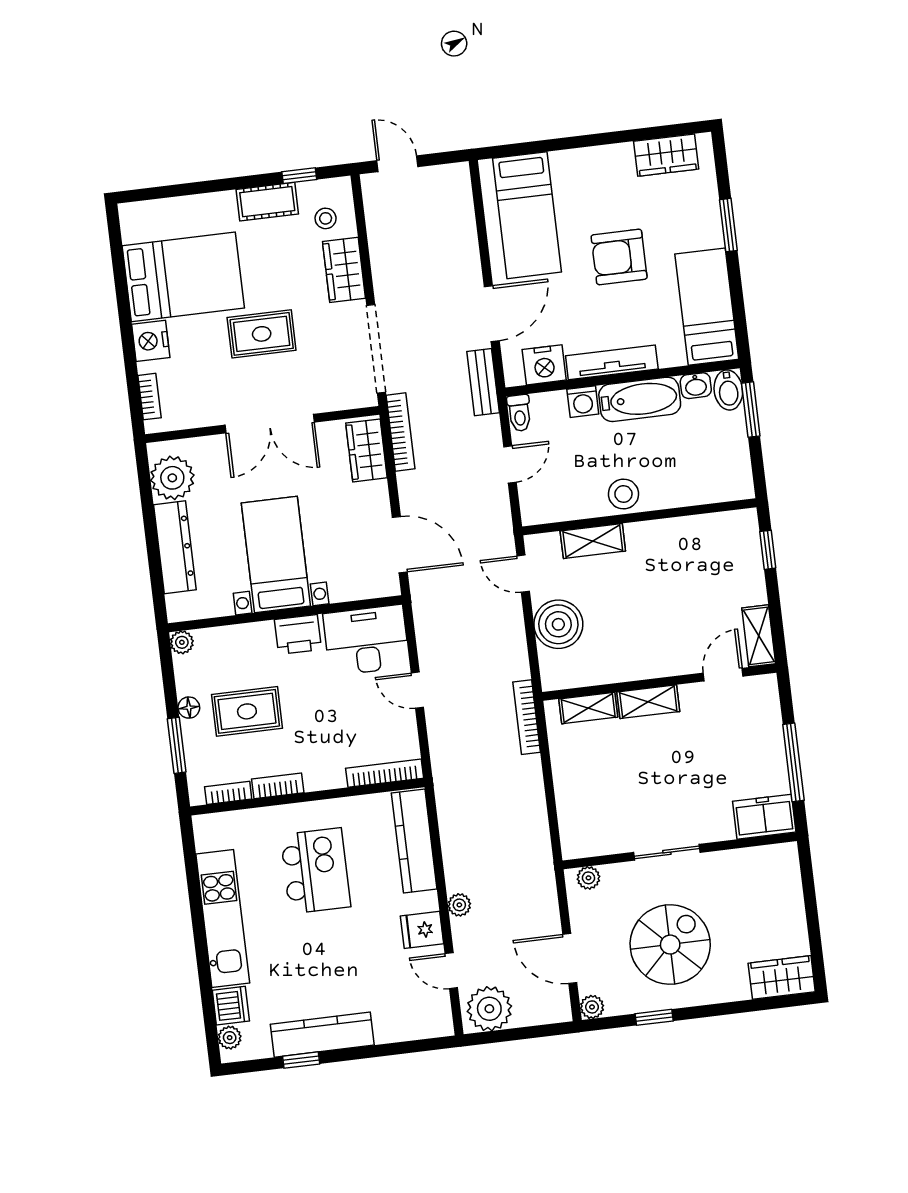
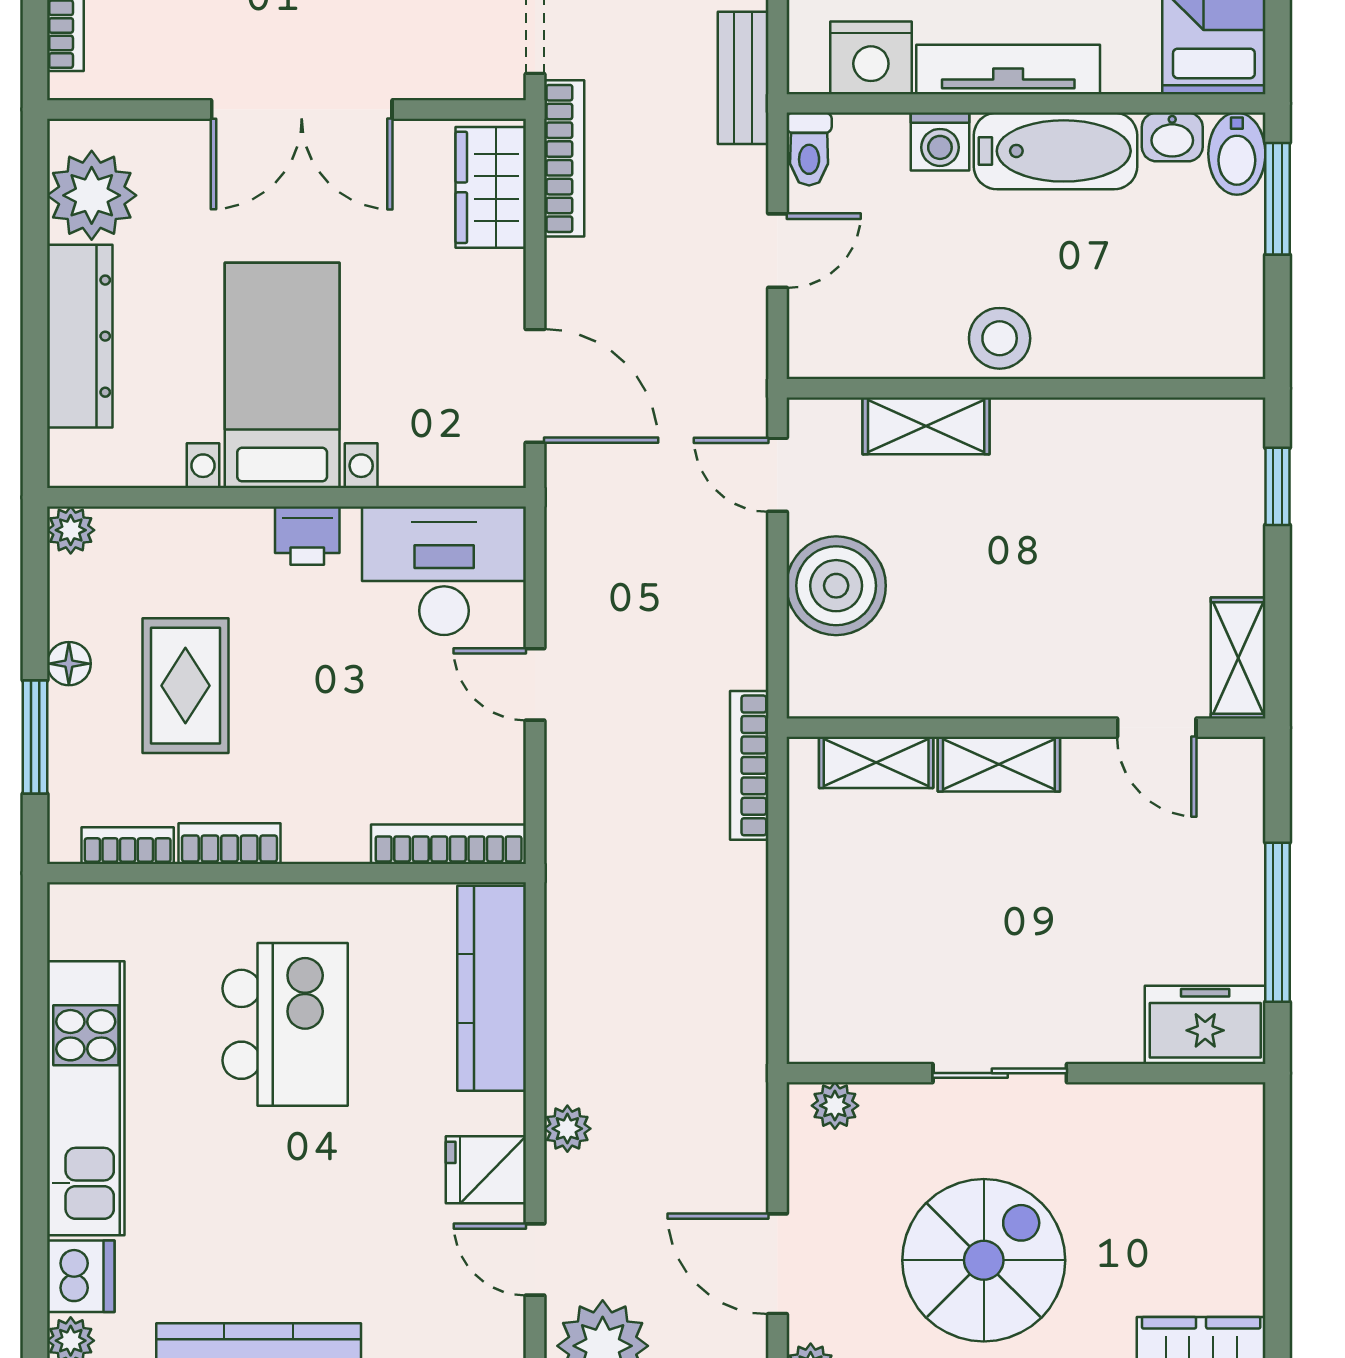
printer: (298, 634) -> (307, 536), width x0.73, depth x0.81
door: (723, 675) -> (1157, 728), swing flipped
rug: (247, 711) -> (185, 686), turned 90

